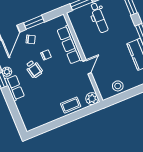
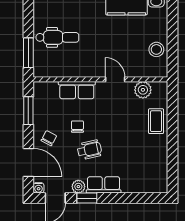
window: (34, 22) -> (28, 111), moved
row of seats: (70, 45) -> (77, 90), width x0.68
plant: (92, 99) -> (143, 90), moved

